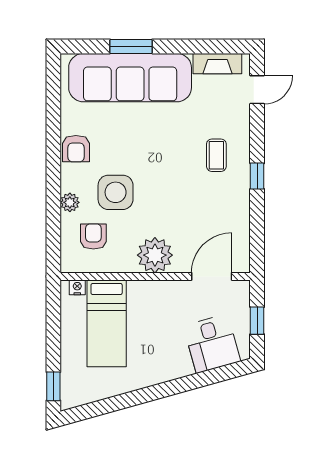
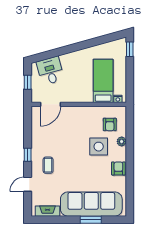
door: (257, 90) -> (28, 184), moved
plant: (155, 255) -> (79, 115), removed

